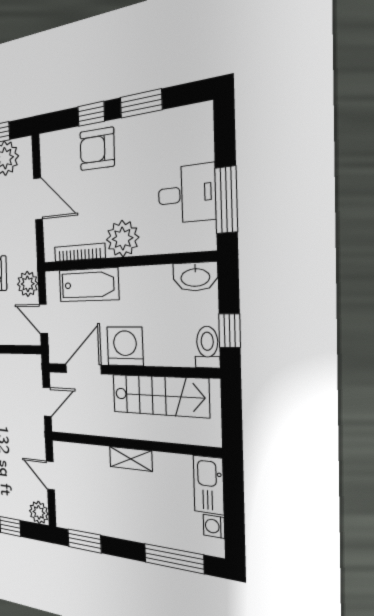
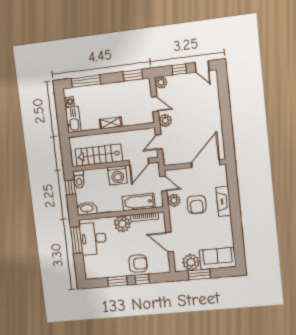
desk: (187, 194) -> (93, 238), width x1.37
plant: (35, 441) -> (165, 120), added

